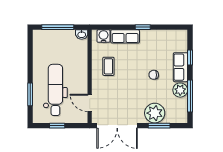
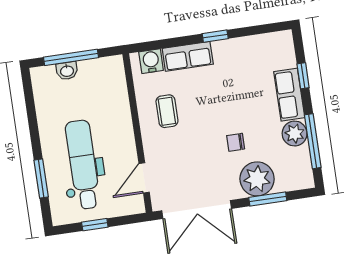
washbasin: (82, 34) -> (67, 71), moved
chair: (154, 75) -> (236, 142), moved
door: (90, 103) -> (144, 178), hinge flipped

